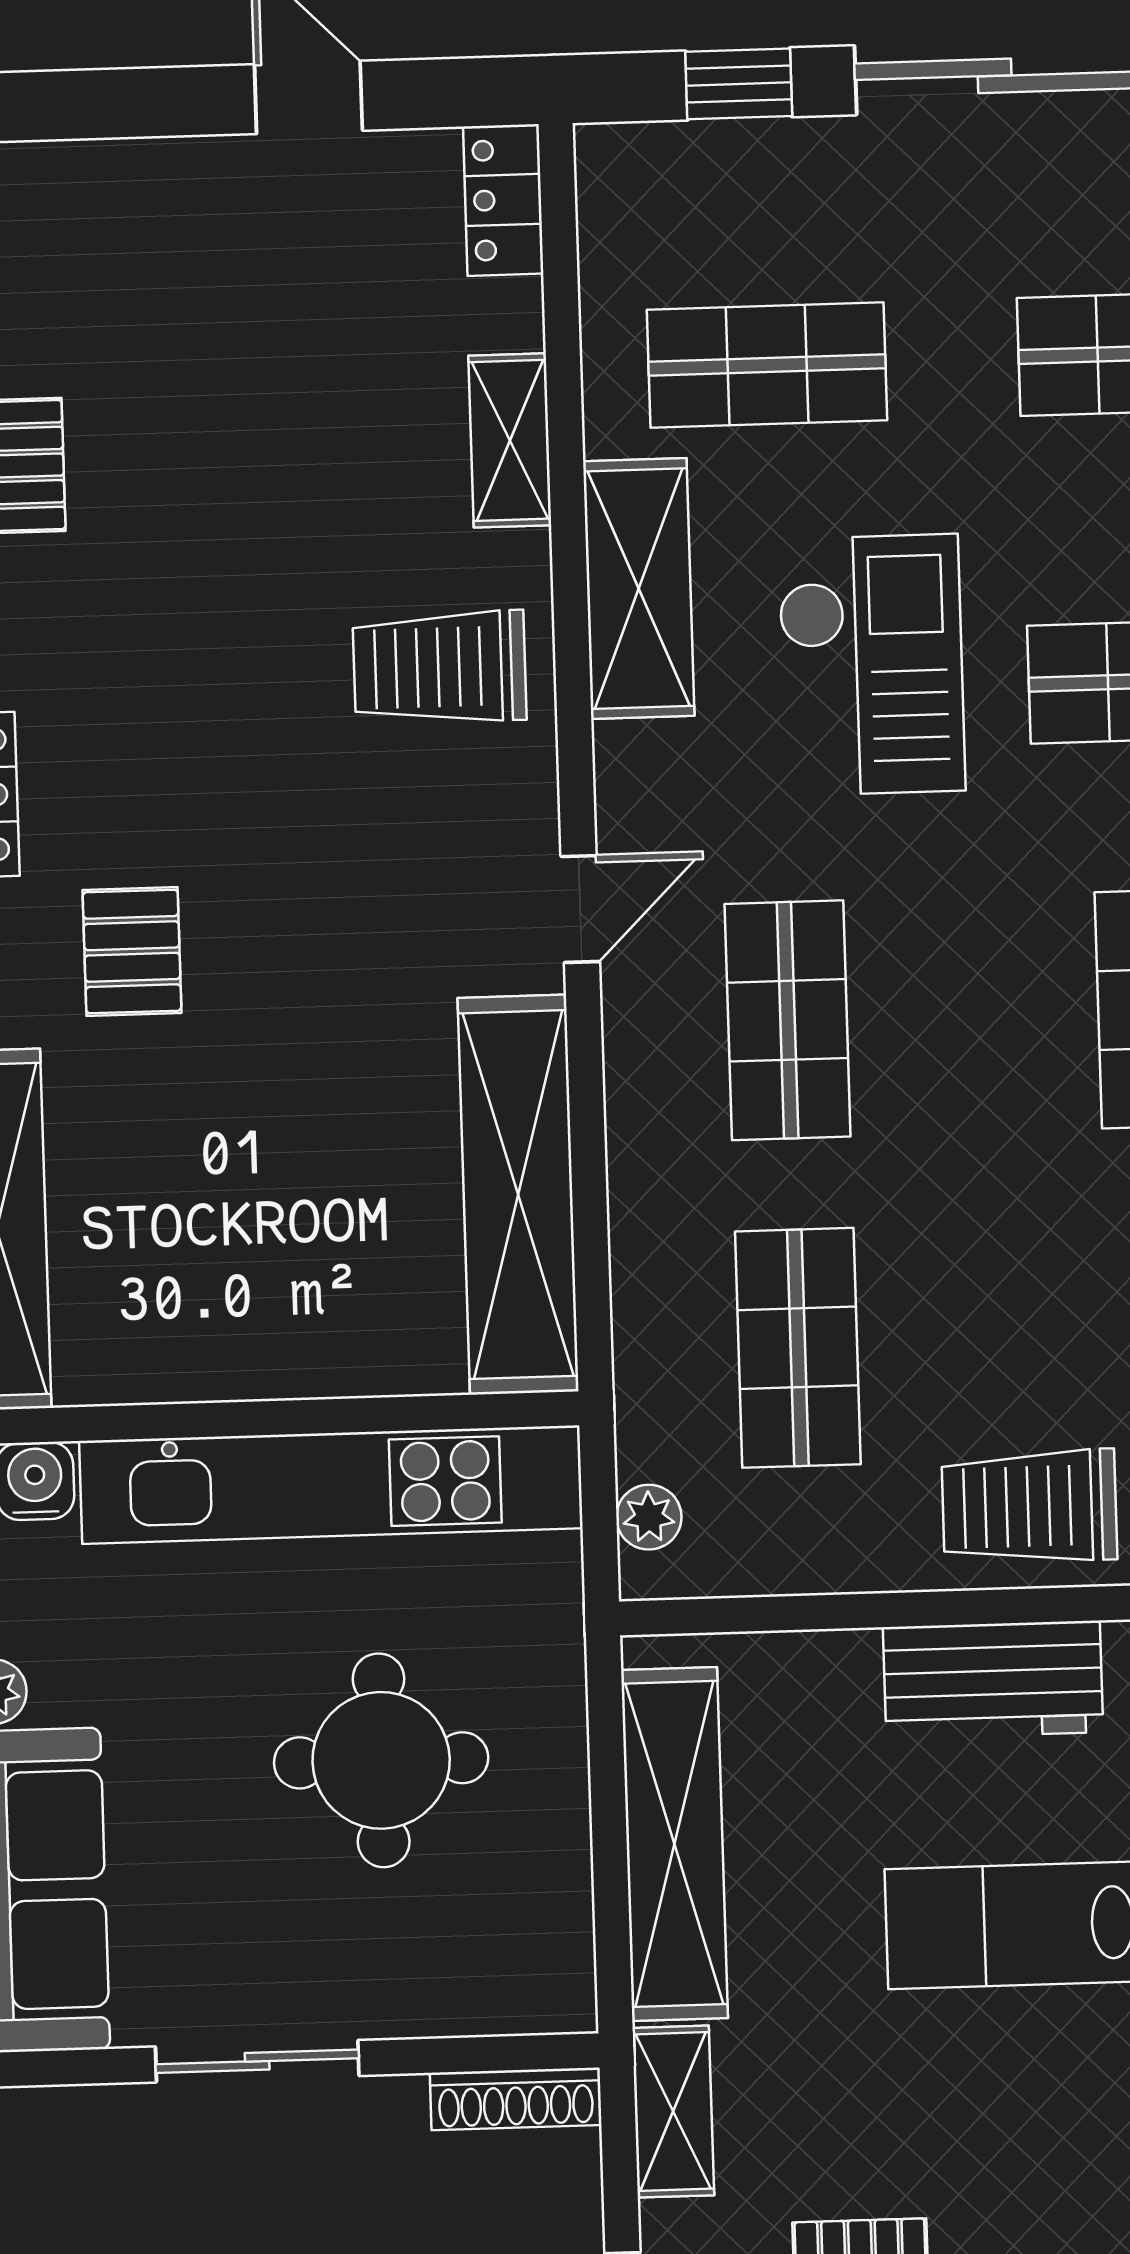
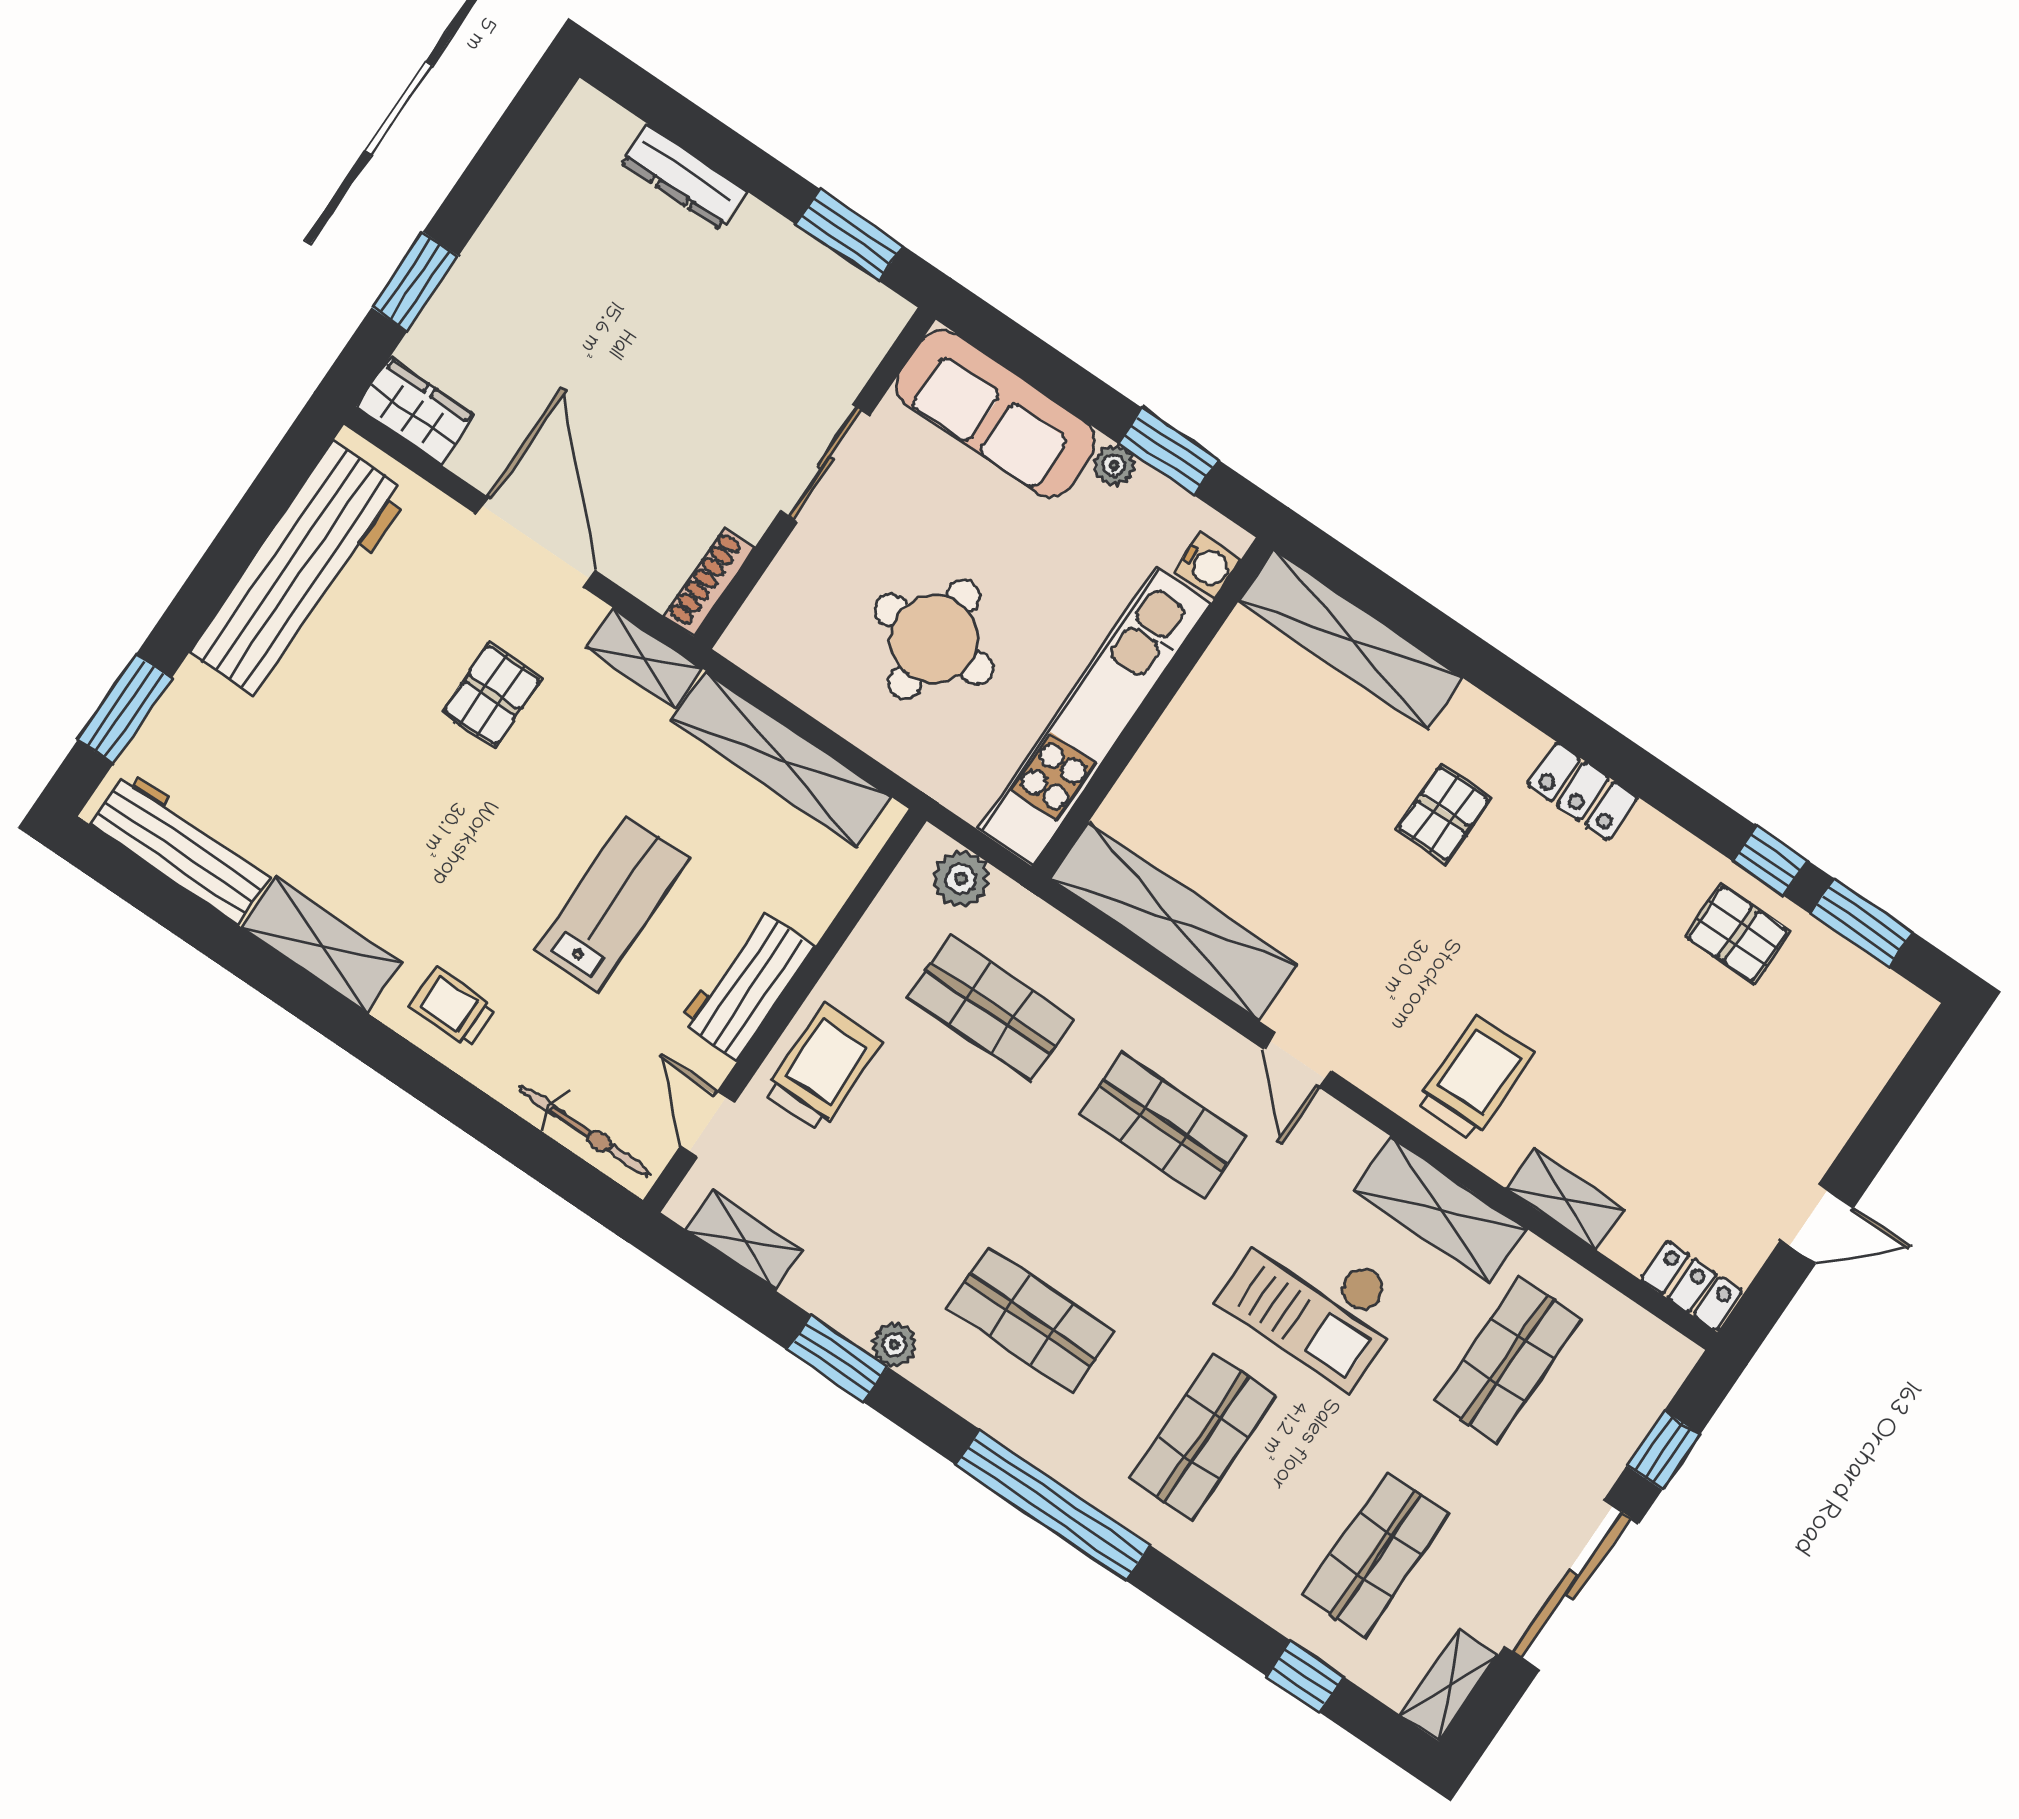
pallet: (132, 952) -> (1444, 813), turned 90
plant: (649, 1517) -> (961, 879), width x1.38, depth x1.38

